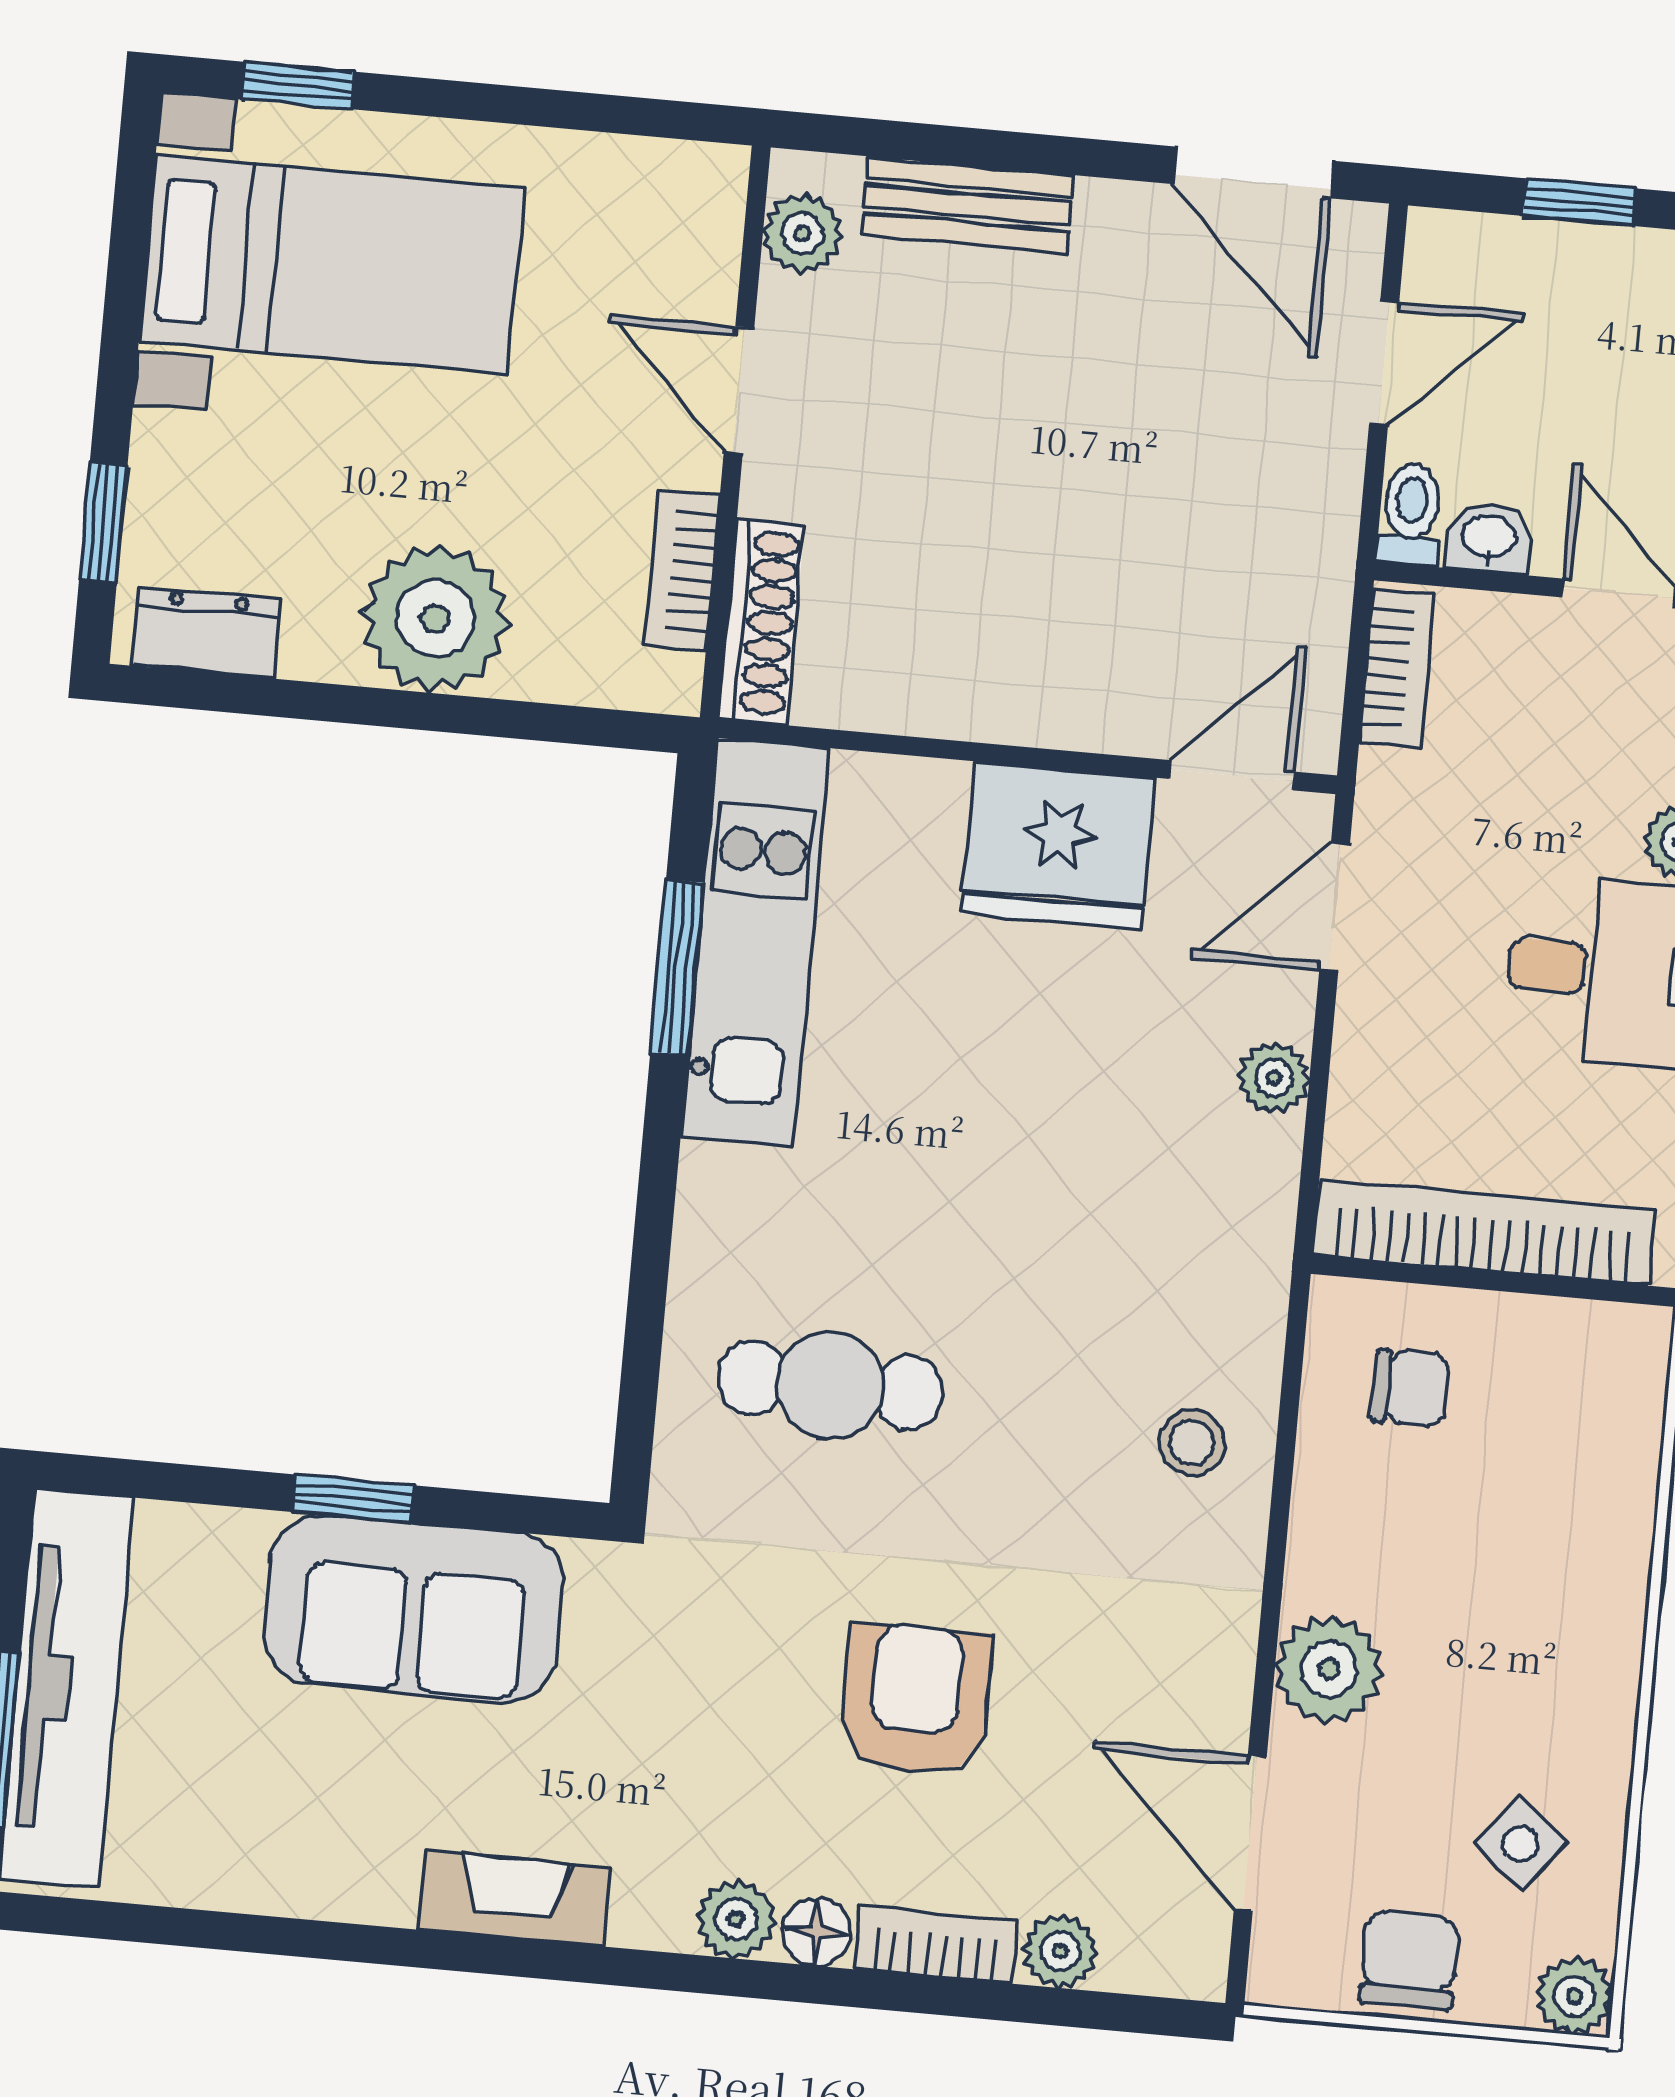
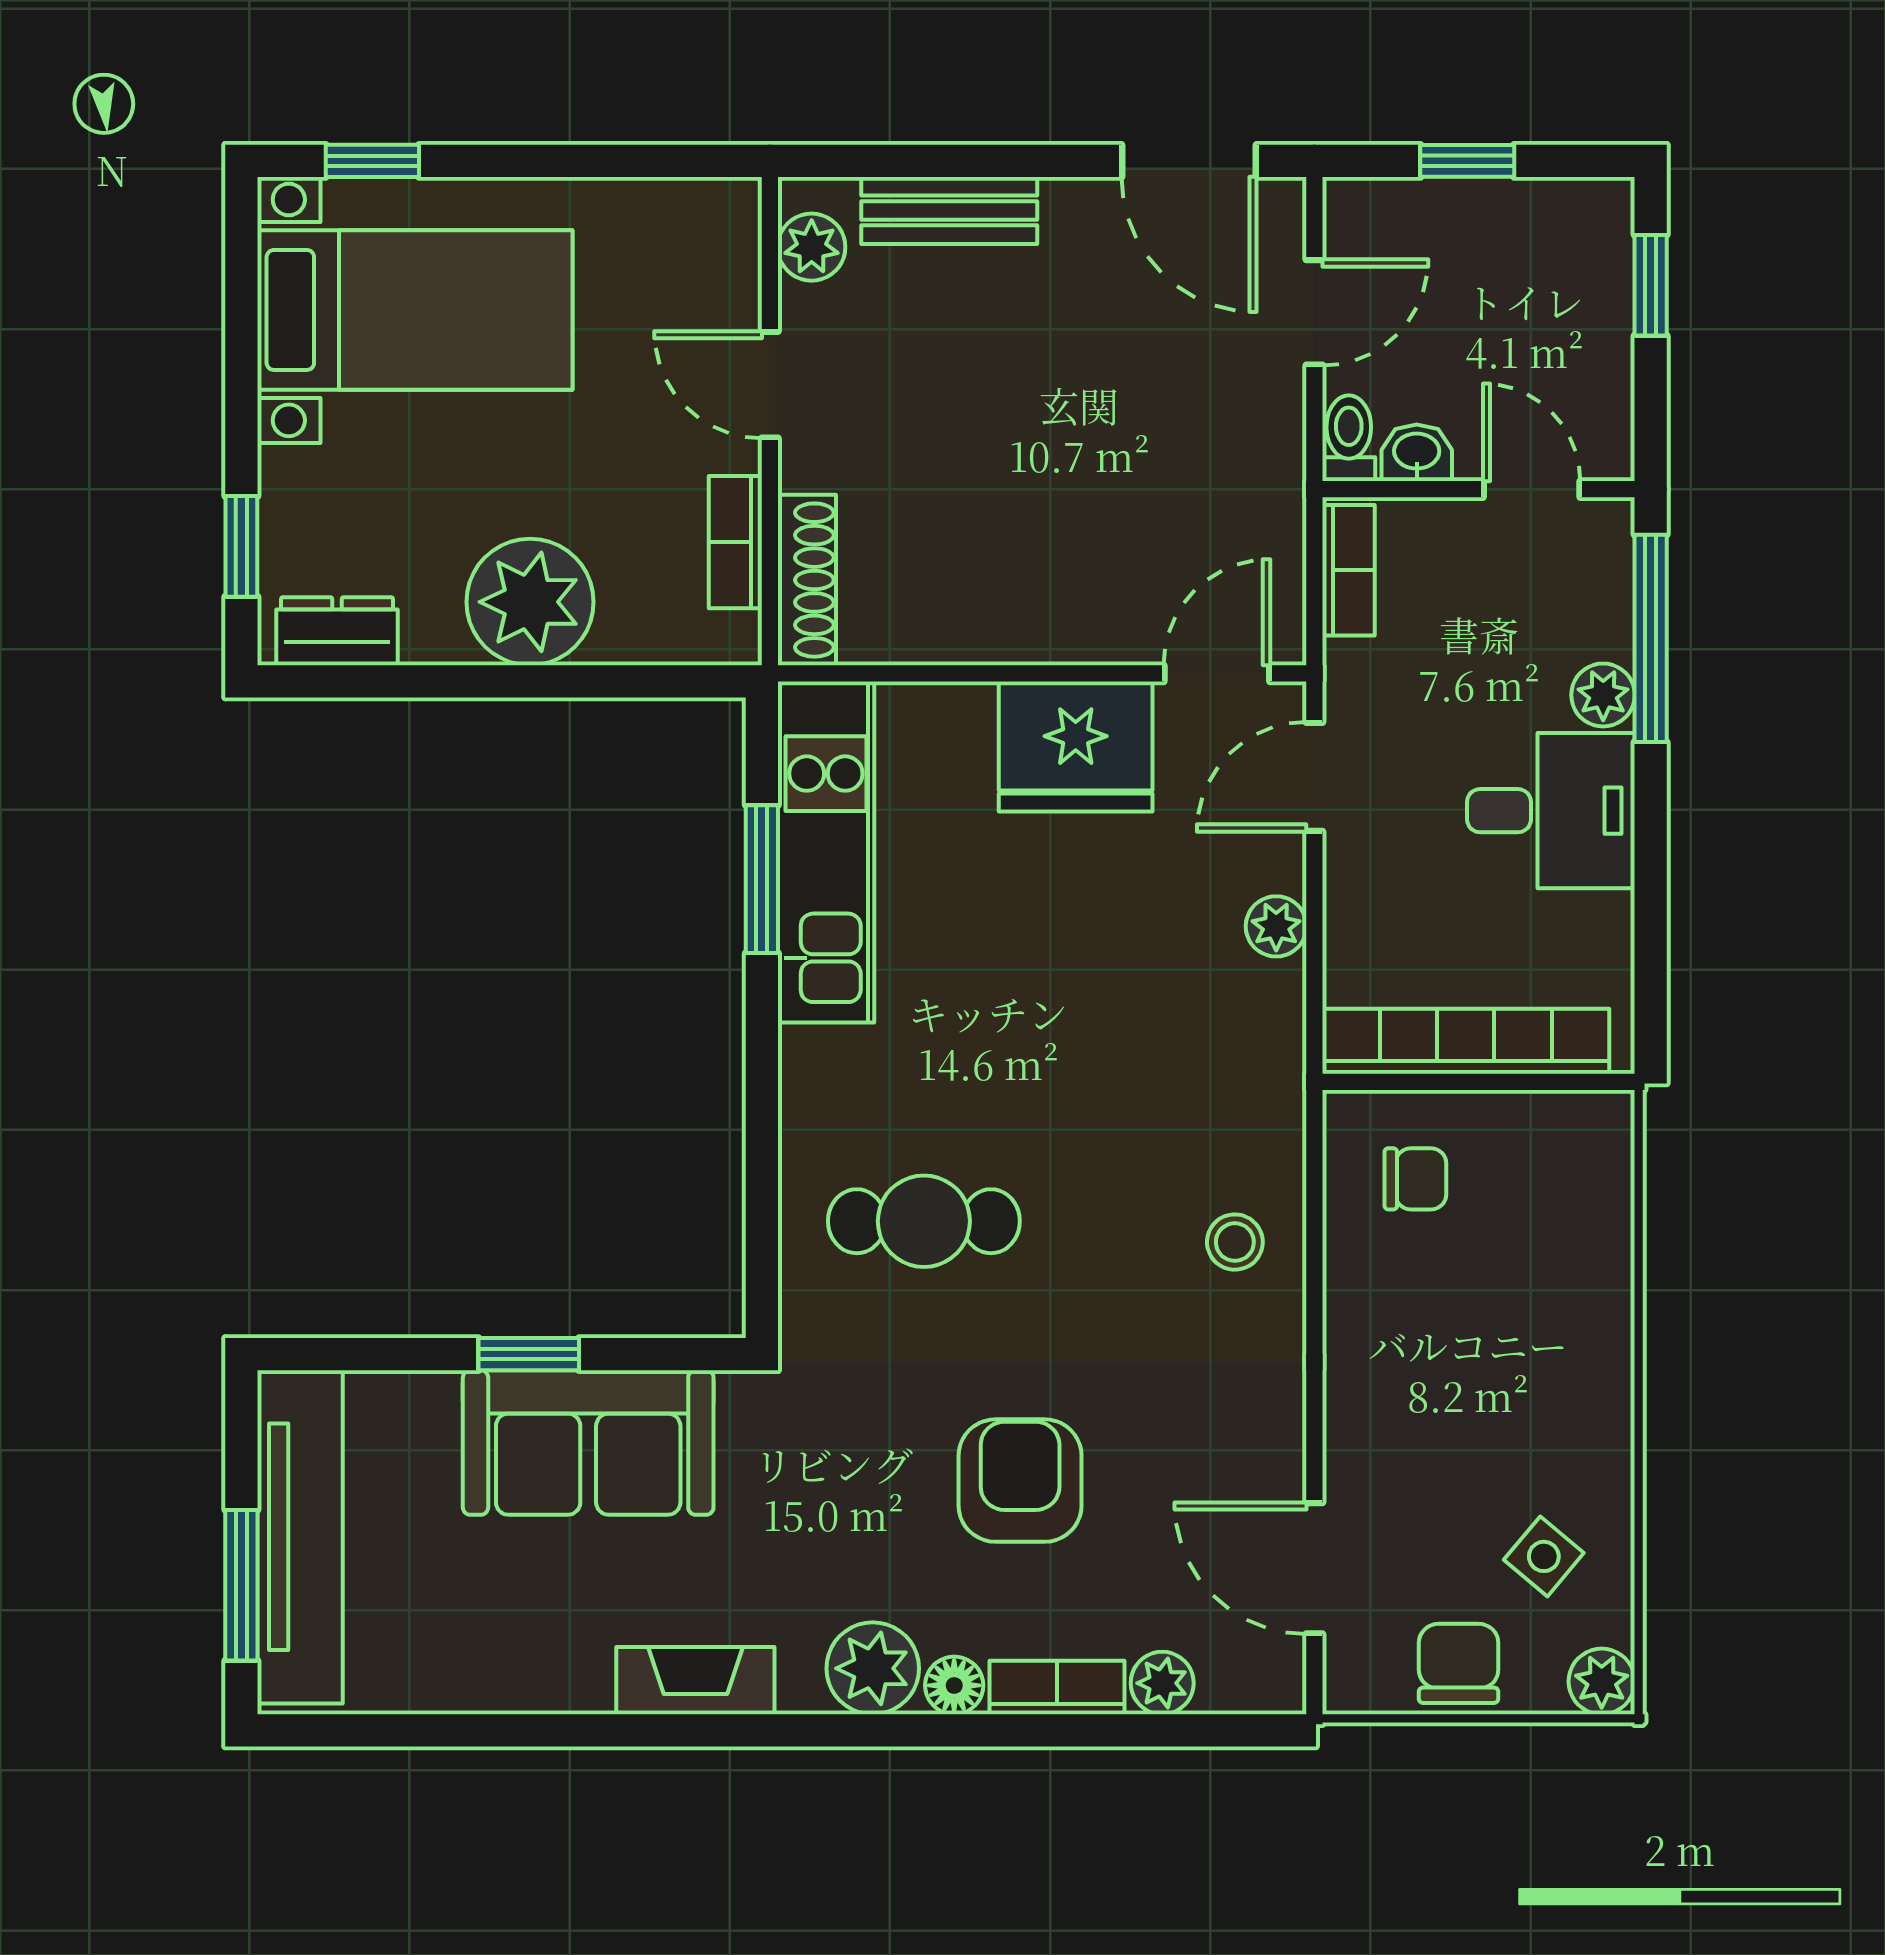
plant: (1329, 1669) -> (1368, 1423), removed
plant: (736, 1919) -> (873, 1668), width x1.38, depth x1.38

